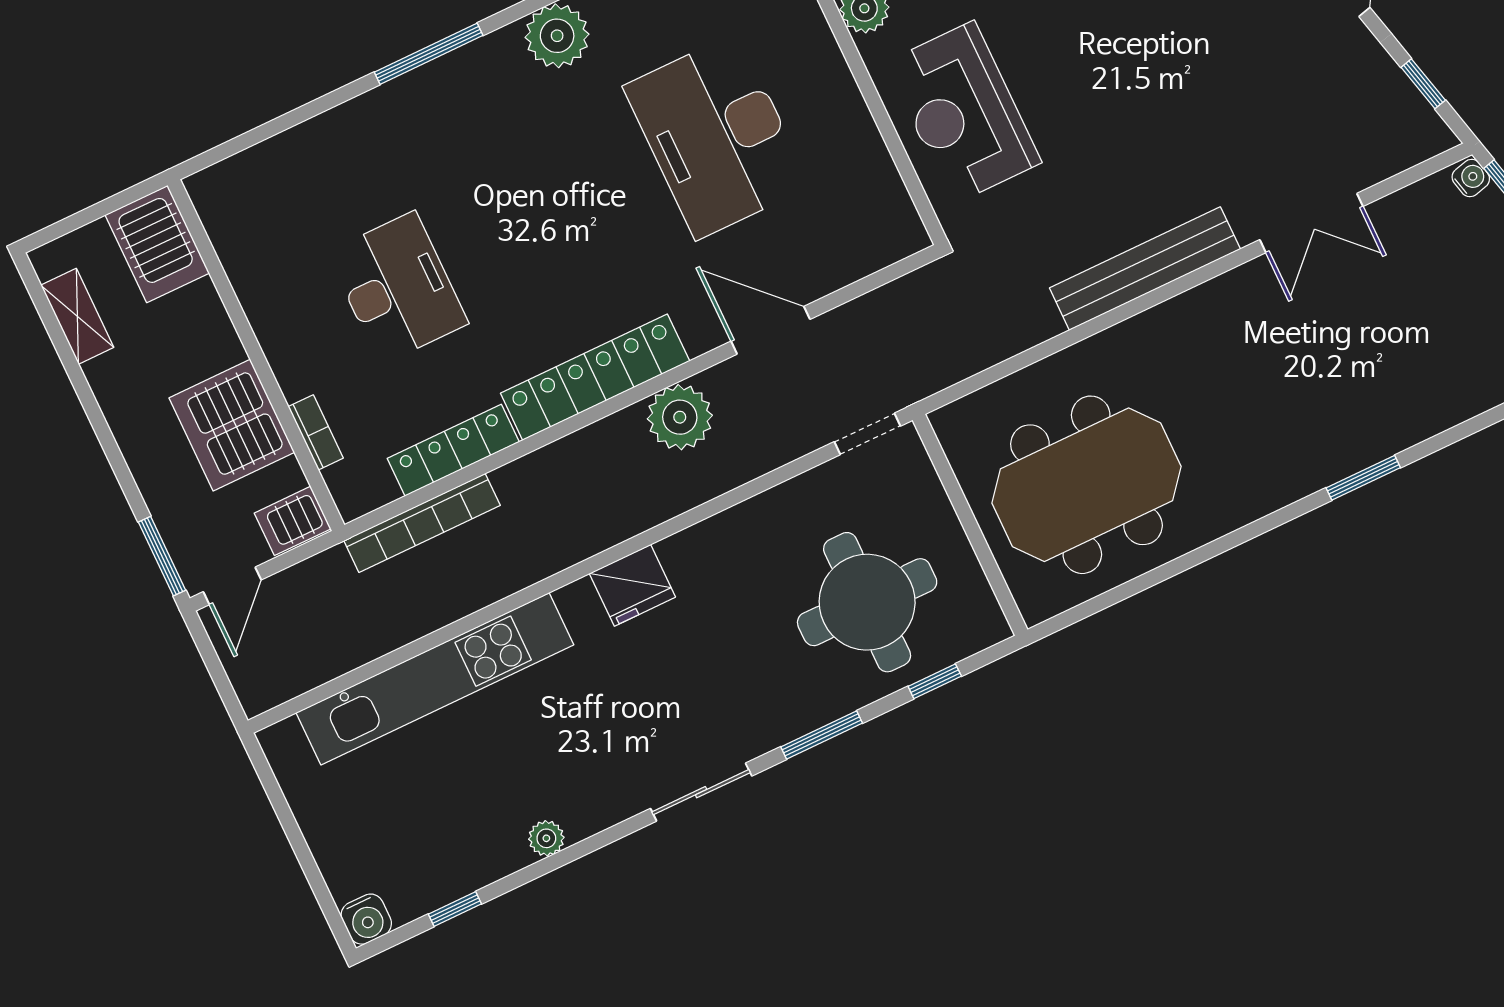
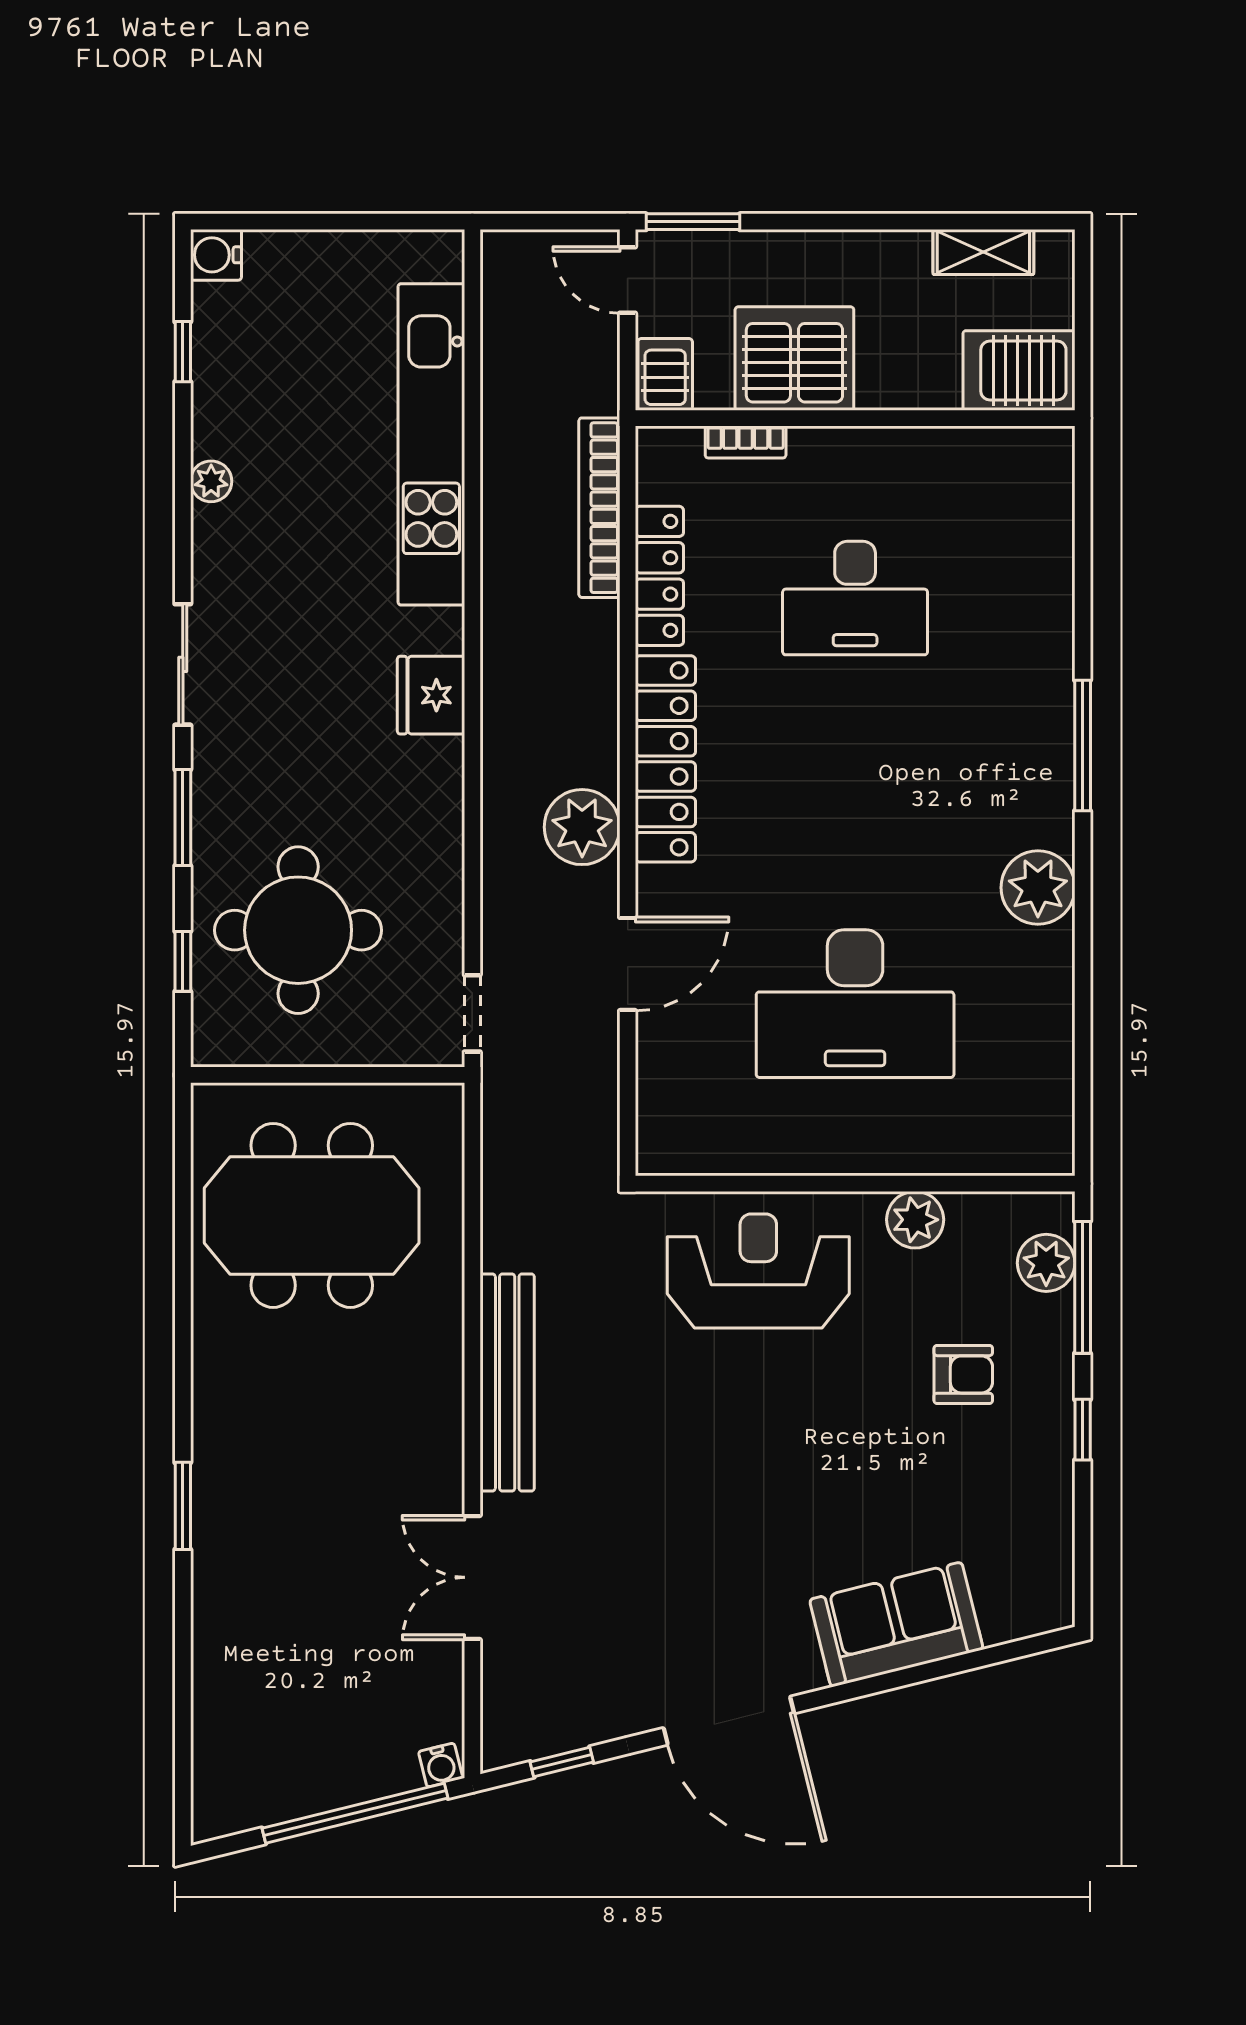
desk: (717, 136) -> (855, 1004), turned 180
meeting table: (1086, 485) -> (312, 1215), turned 90

